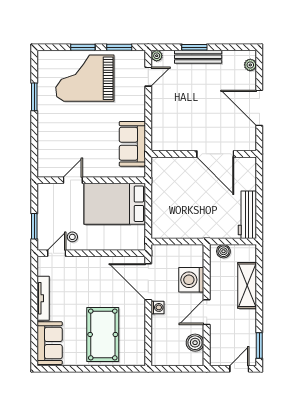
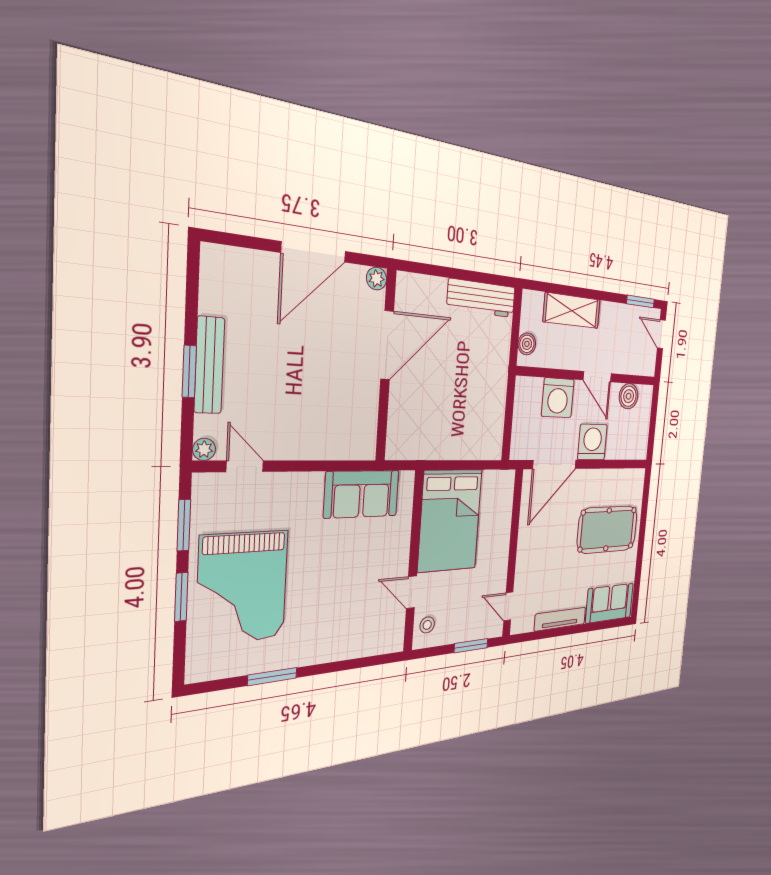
plant: (250, 65) -> (377, 279), moved
stool: (72, 237) -> (427, 625), moved
washing machine: (157, 307) -> (592, 442), width x1.89, depth x1.89

